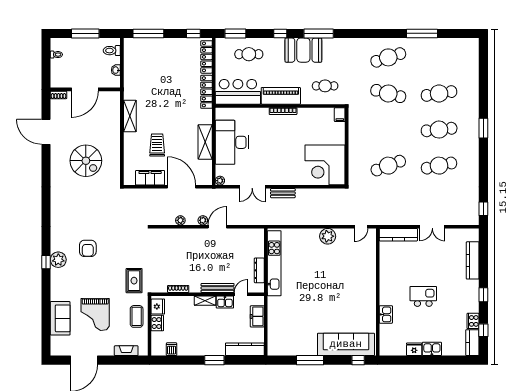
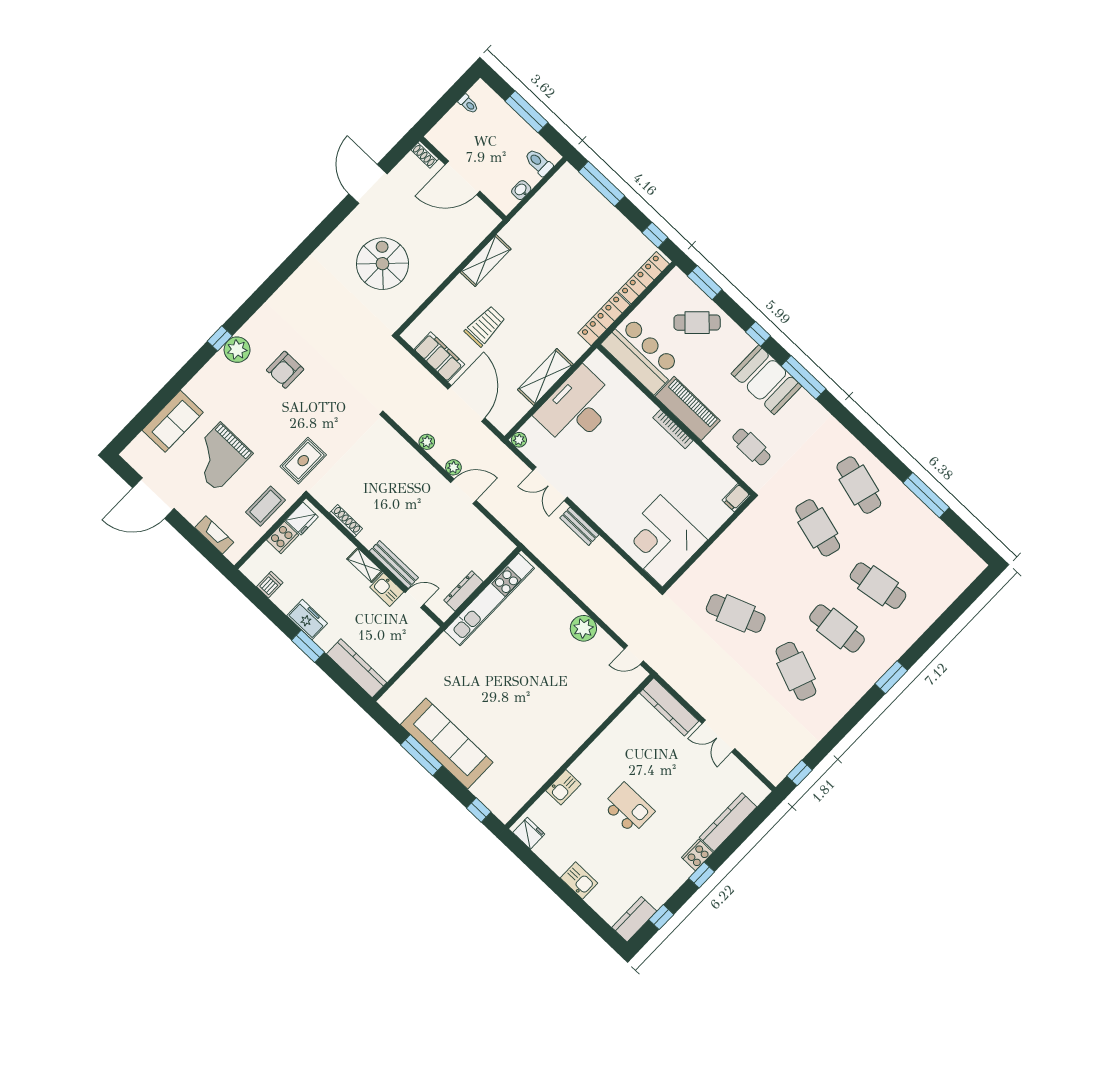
cafe table: (249, 54) -> (697, 323), turned -44
cafe table: (388, 57) -> (859, 485), turned 33
spiral stairs: (86, 161) -> (382, 264), turned 180
cafe table: (439, 166) -> (796, 671), turned 33
freezer: (257, 316) -> (307, 620), moved, turned 90
cooker: (473, 321) -> (697, 855), moved
sofa: (346, 344) -> (447, 743), moved
fridge: (414, 349) -> (529, 833), moved

